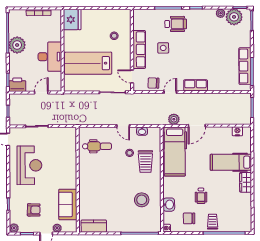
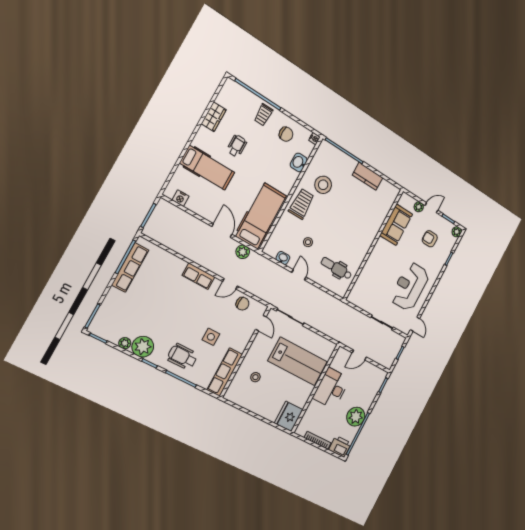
plant: (234, 17) -> (143, 347), moved
row of seats: (139, 49) -> (225, 372), moved
printer: (17, 85) -> (340, 447), moved, turned 180
door: (197, 126) -> (222, 231), hinge flipped
trolley: (145, 161) -> (301, 204), moved
wardrobe: (246, 182) -> (214, 117), moved
wheelchair: (201, 196) -> (237, 146), moved
kitchen counter: (94, 226) -> (368, 176), moved

